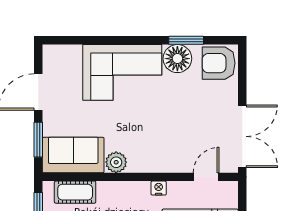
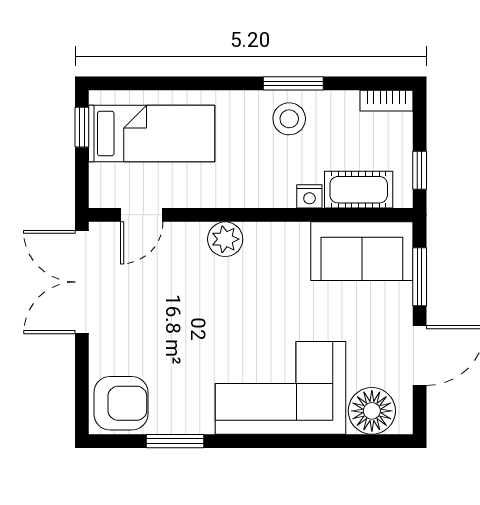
floor lamp: (177, 59) -> (372, 411), moved
plant: (116, 162) -> (225, 239), moved
nightstand: (159, 188) -> (309, 196), moved

